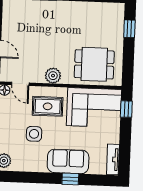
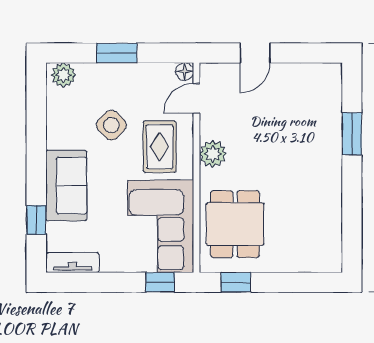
window: (129, 29) -> (236, 282), moved
side table: (34, 134) -> (111, 125), turned 45
window: (70, 179) -> (36, 220), moved

